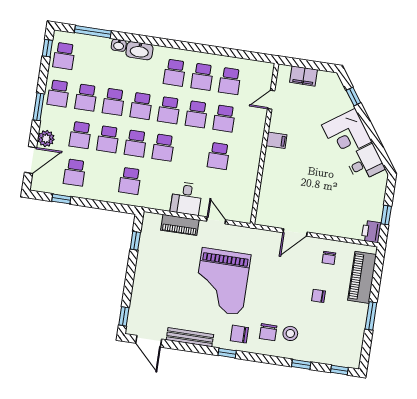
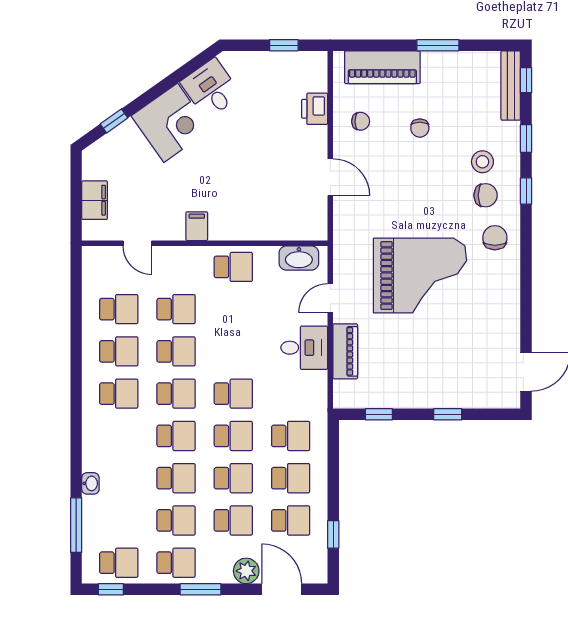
washbasin: (139, 51) -> (299, 258), moved, turned 90
school desk: (219, 156) -> (233, 267), moved
school desk: (102, 177) -> (291, 478), added
printer: (371, 232) -> (315, 109), moved, turned 90
window: (124, 316) -> (448, 414), moved
chair: (239, 334) -> (495, 238), turned 180
bench: (190, 337) -> (511, 85), moved
window: (227, 353) -> (526, 191), moved

